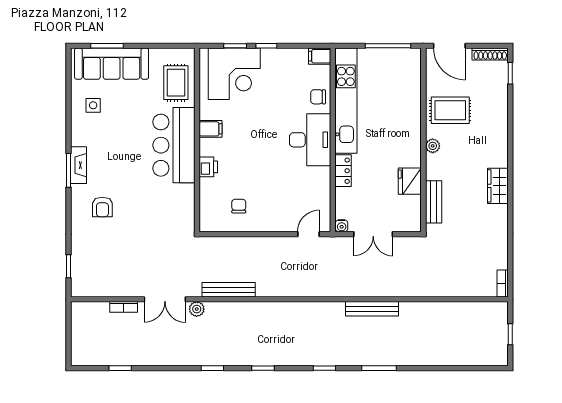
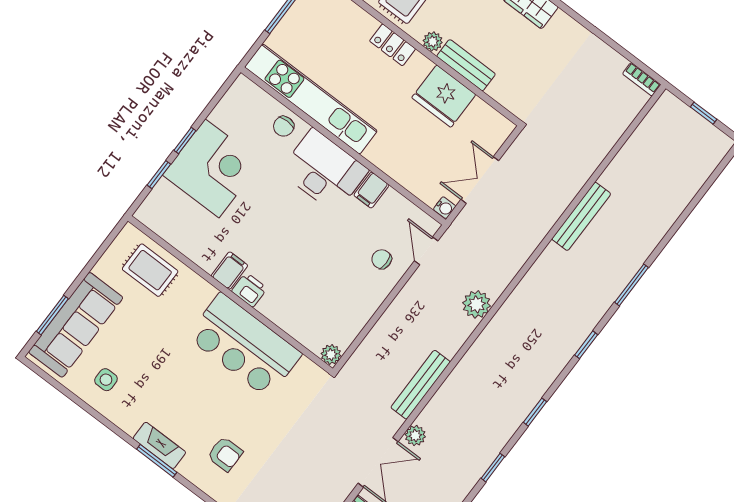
filing cabinet: (320, 56) -> (371, 190), moved
corner desk: (234, 74) -> (212, 168), moved
bar counter: (174, 145) -> (244, 345), moved
printer: (208, 167) -> (249, 290), moved
locker: (343, 171) -> (393, 45), moved, turned 180
fridge: (410, 181) -> (444, 96), width x1.36, depth x1.34
bench: (434, 202) -> (466, 65), moved
chair: (239, 206) -> (382, 259), moved
plant: (207, 225) -> (331, 355), added
double door: (373, 234) -> (480, 180), swing flipped
plant: (300, 287) -> (477, 304), added
bench: (372, 309) -> (581, 216), moved

